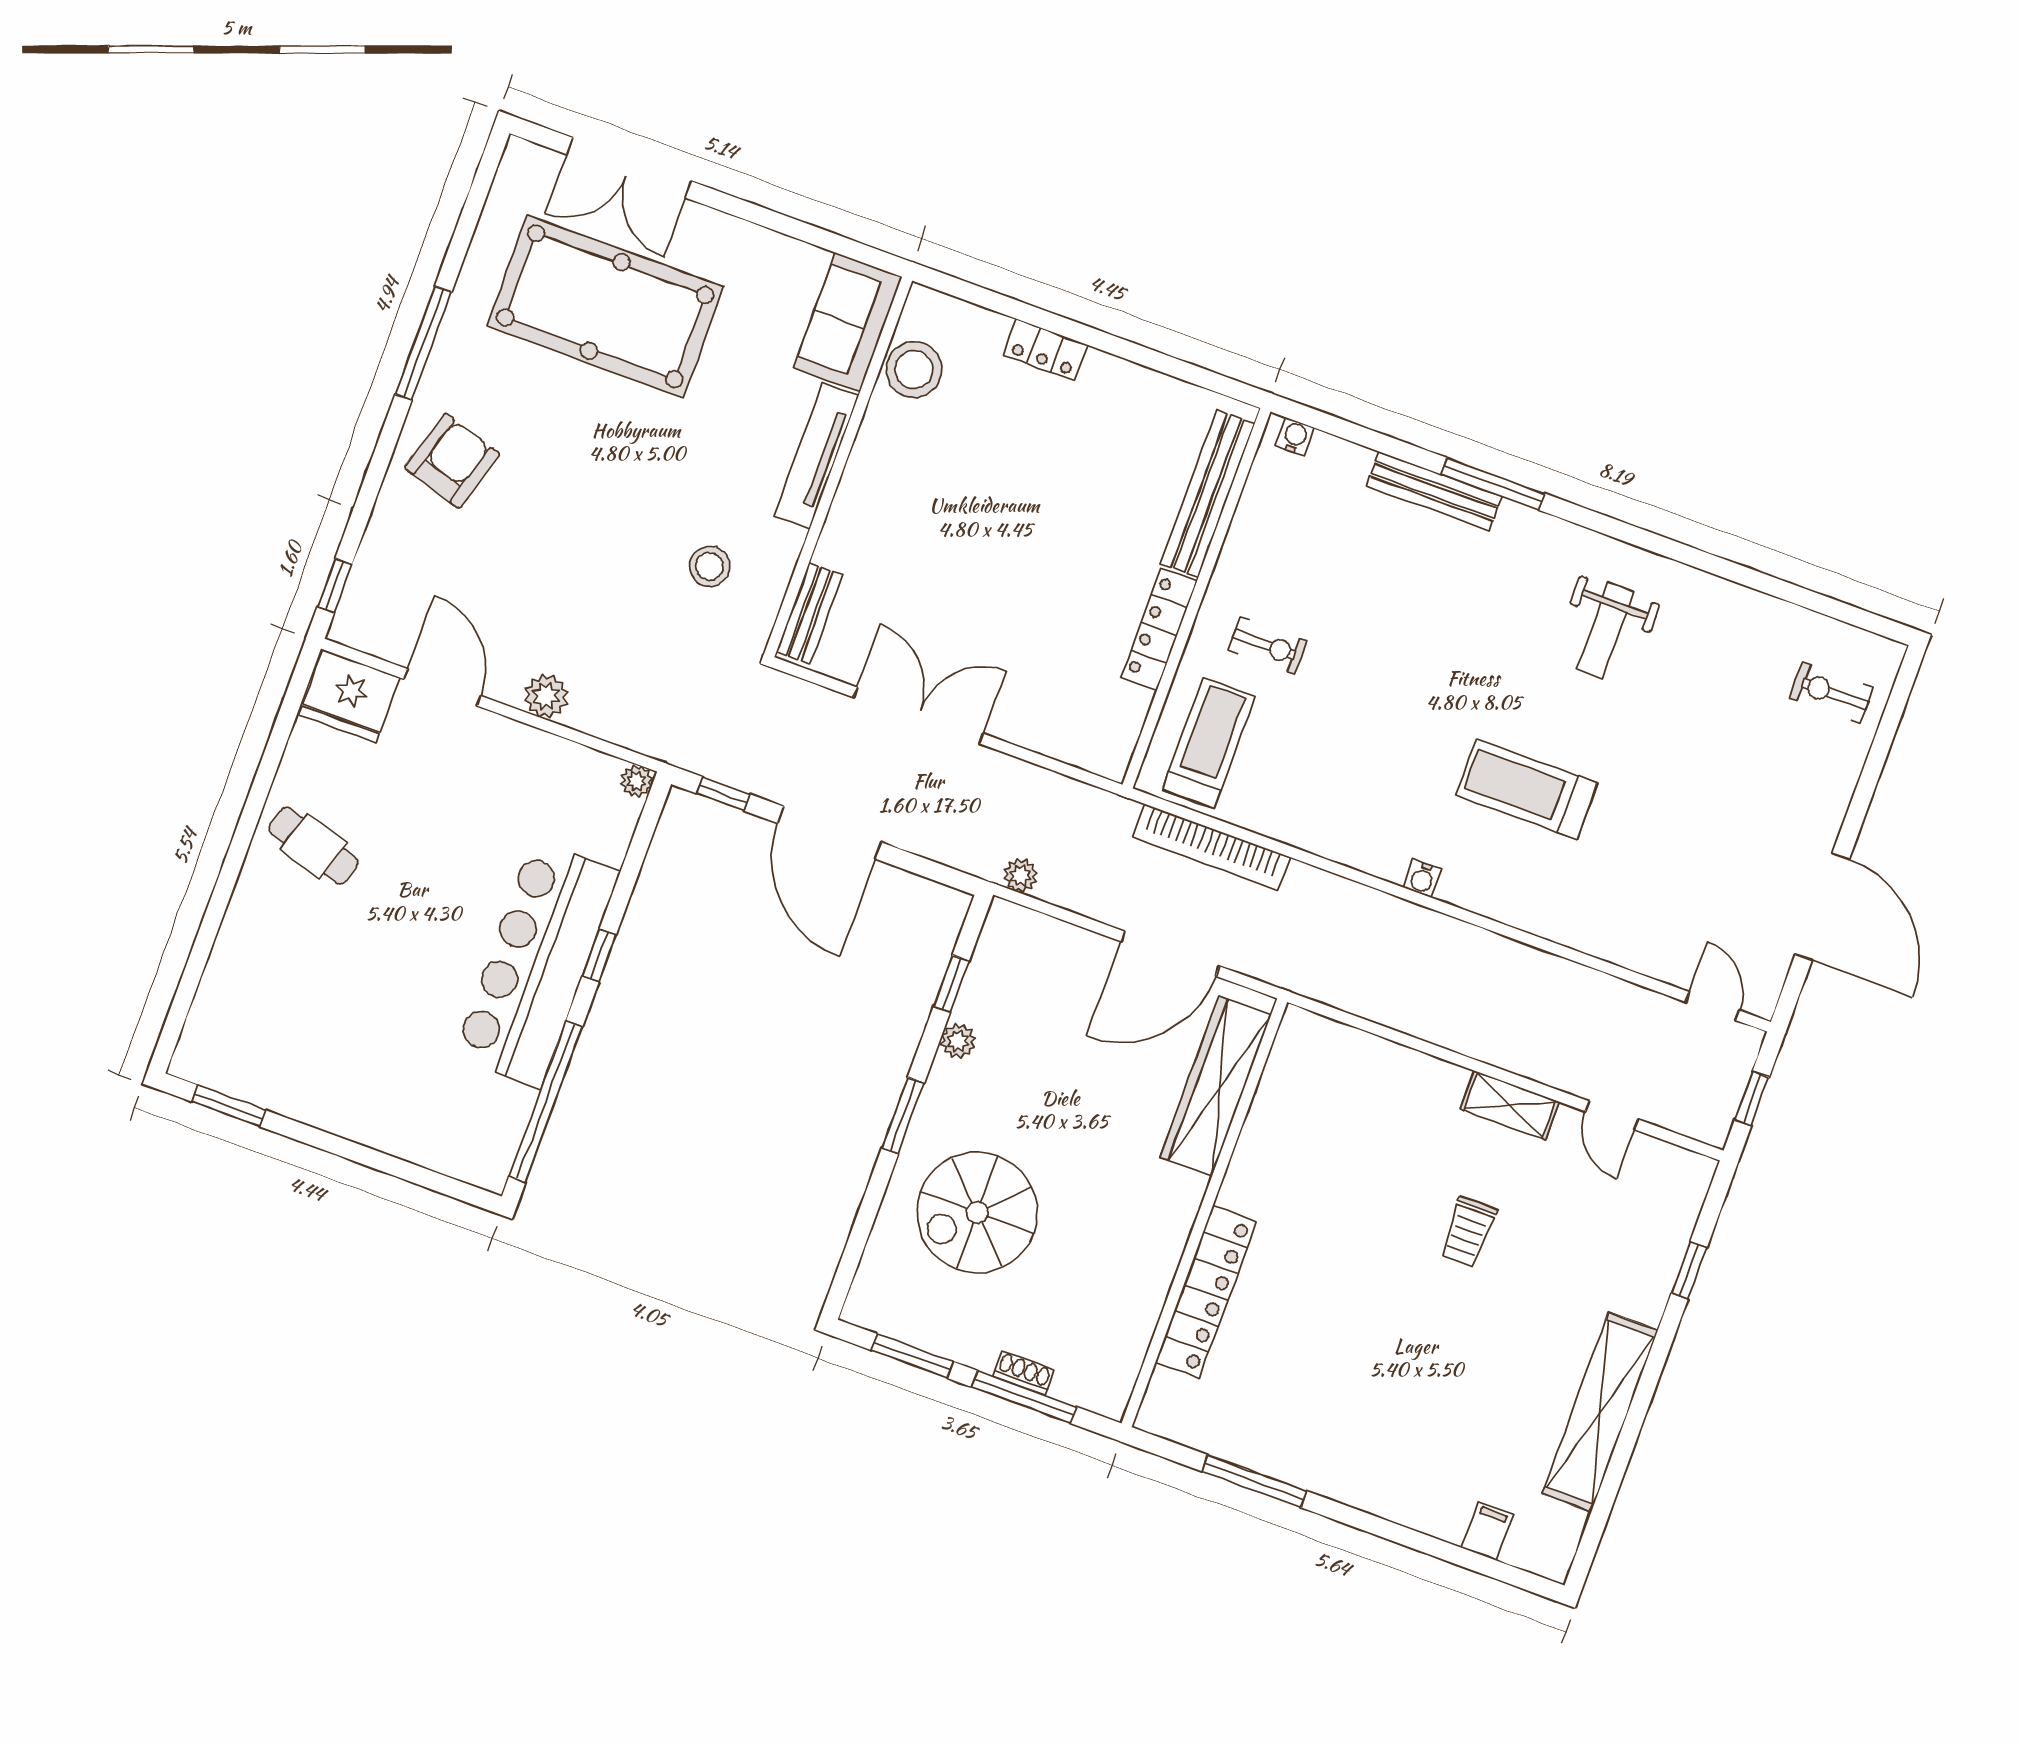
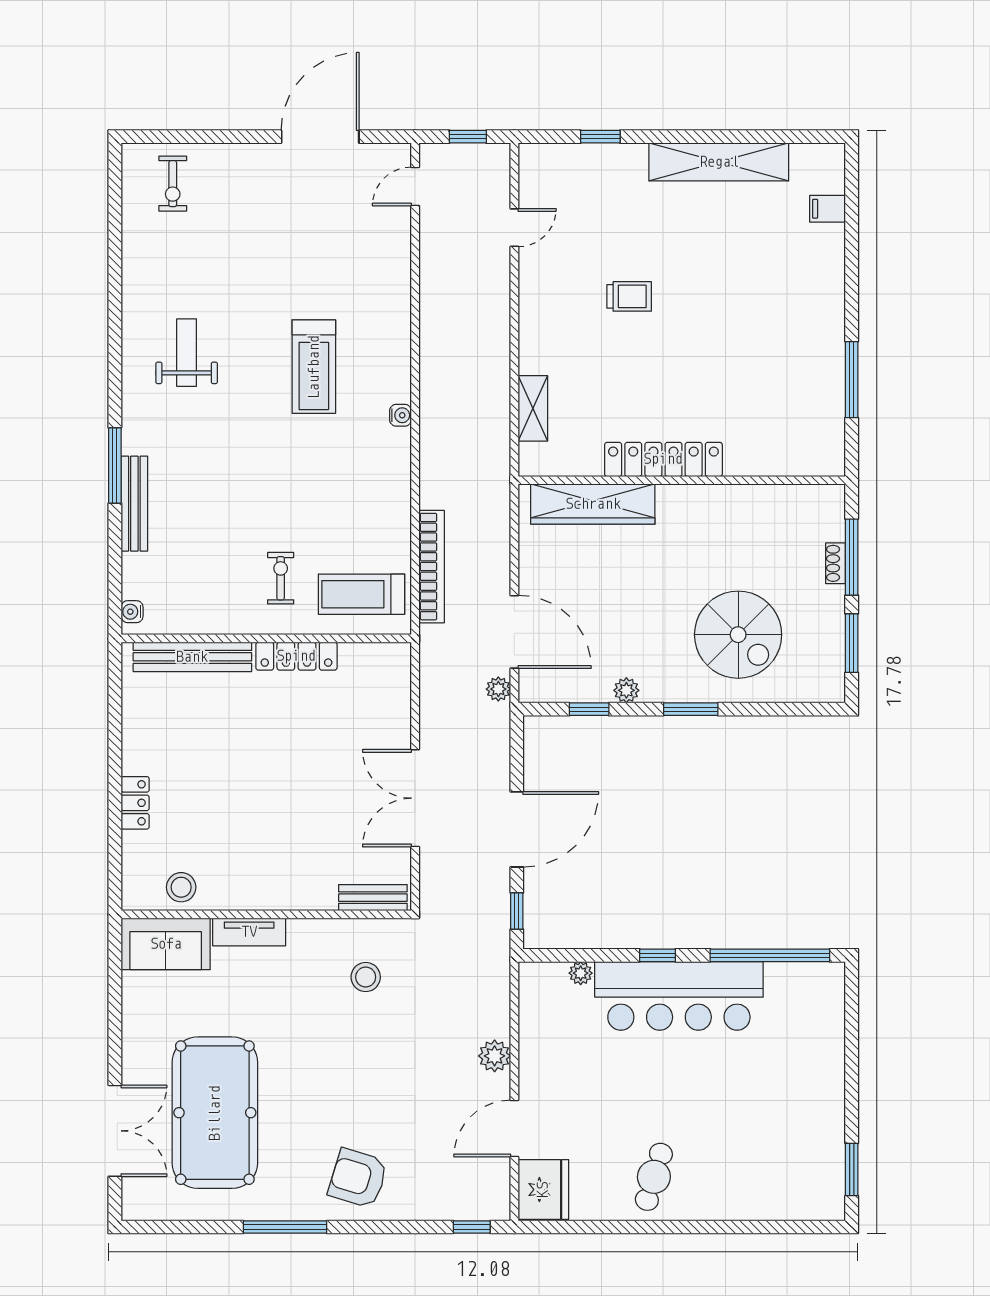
stool: (914, 370) -> (181, 887), width x0.73, depth x0.73
tv unit: (816, 456) -> (249, 932), width x0.71
weight bench: (1605, 631) -> (187, 353), turned -90
plant: (637, 781) -> (581, 973), moved
door: (1170, 954) -> (514, 632), moved
shelving: (1510, 1105) -> (533, 408), moved
locker: (1206, 1292) -> (663, 459), moved

